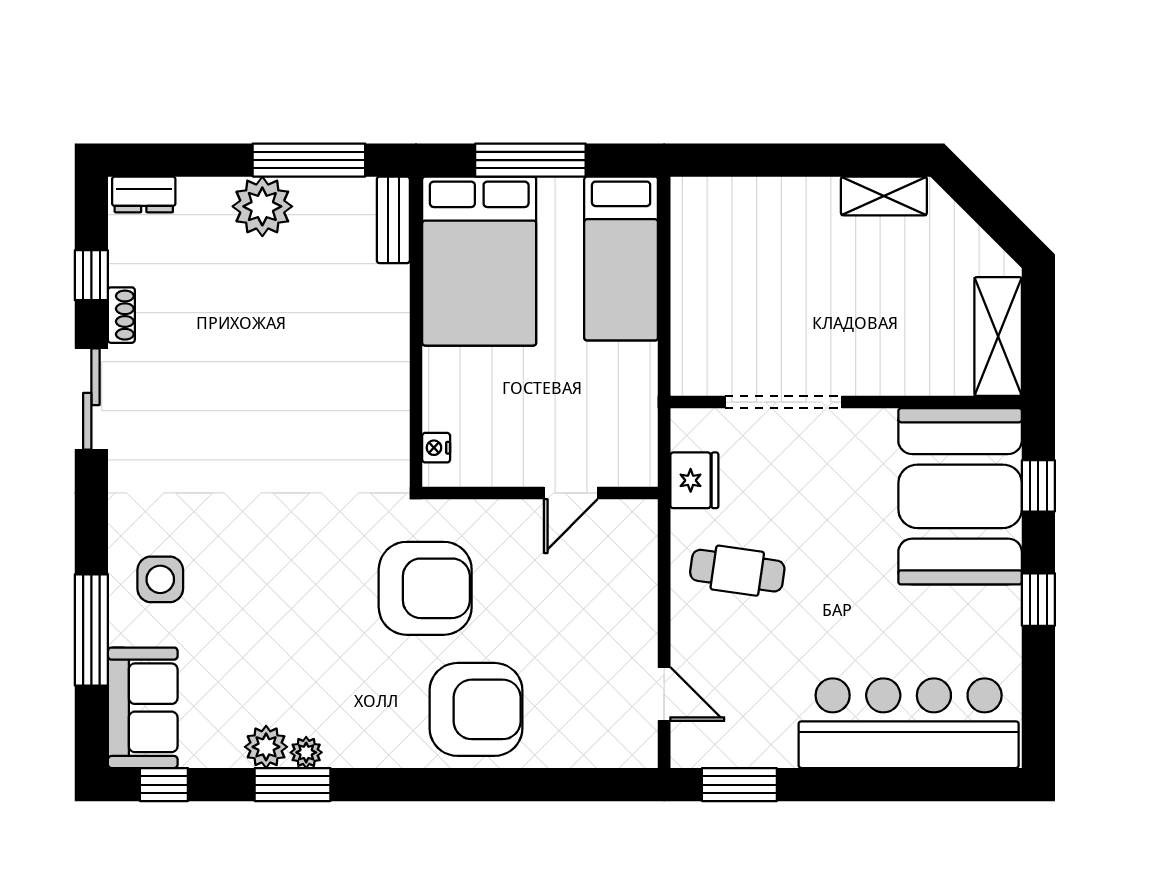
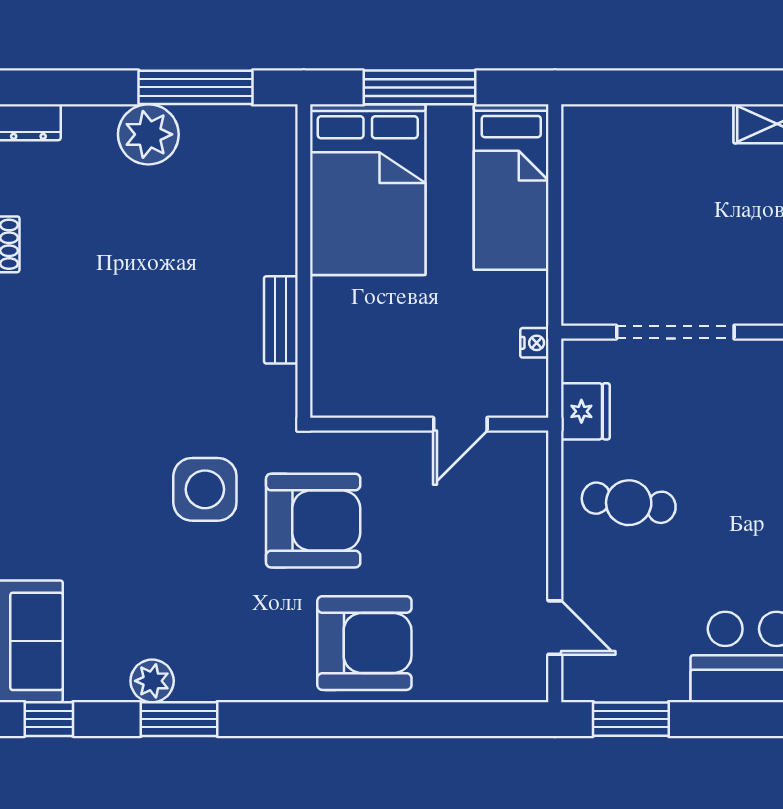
bench: (393, 220) -> (281, 320), moved
nightstand: (436, 448) -> (534, 343), moved, turned 180
side table: (160, 579) -> (205, 489), moved, width x1.37, depth x1.37
plant: (306, 752) -> (193, 687), removed

